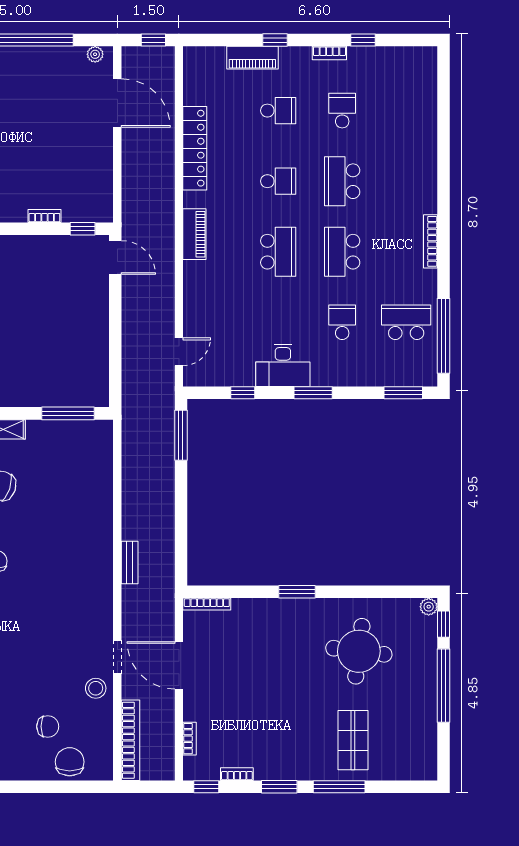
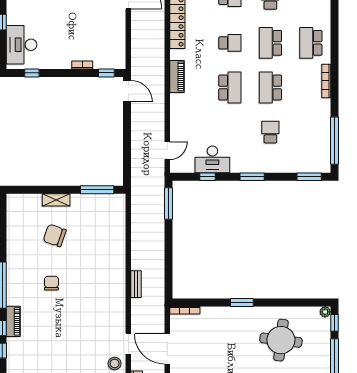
school desk: (406, 322) -> (311, 43), moved, turned -90
desk: (283, 365) -> (212, 159), moved

